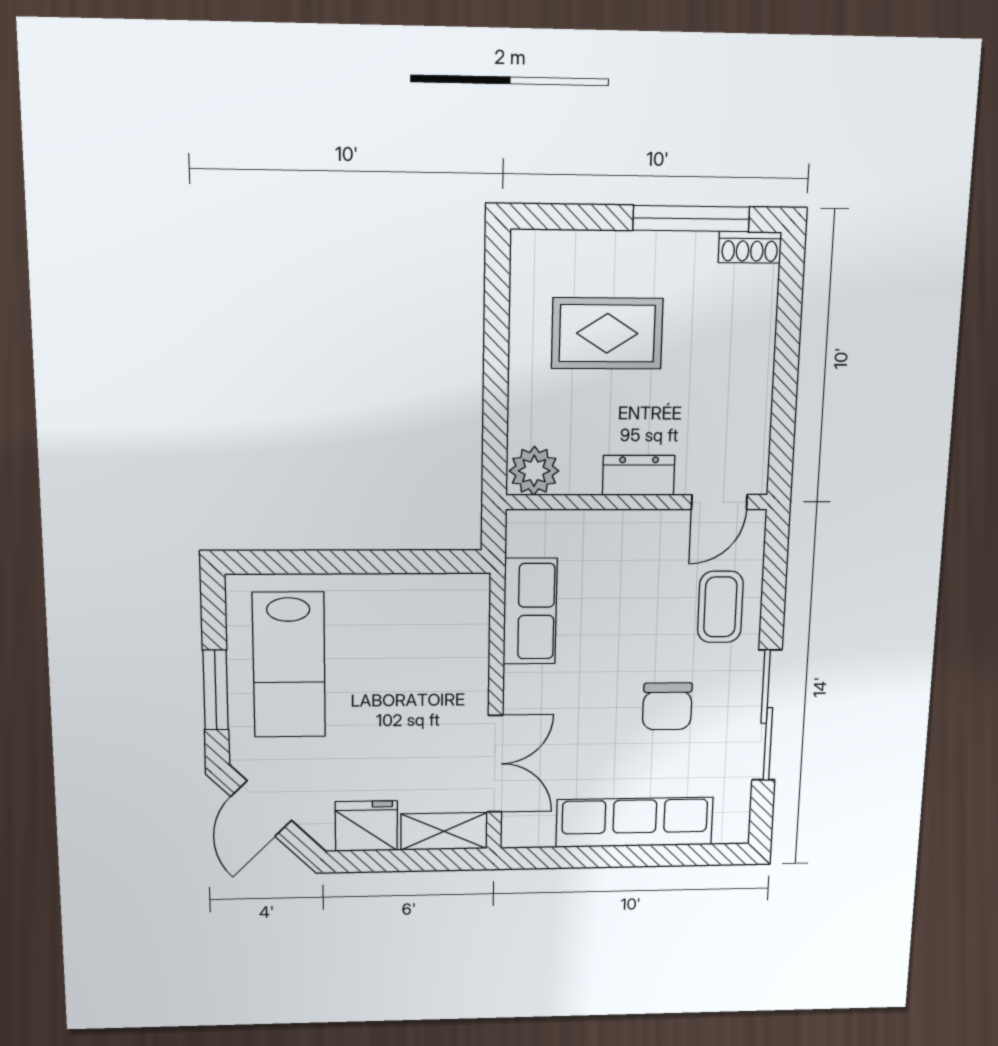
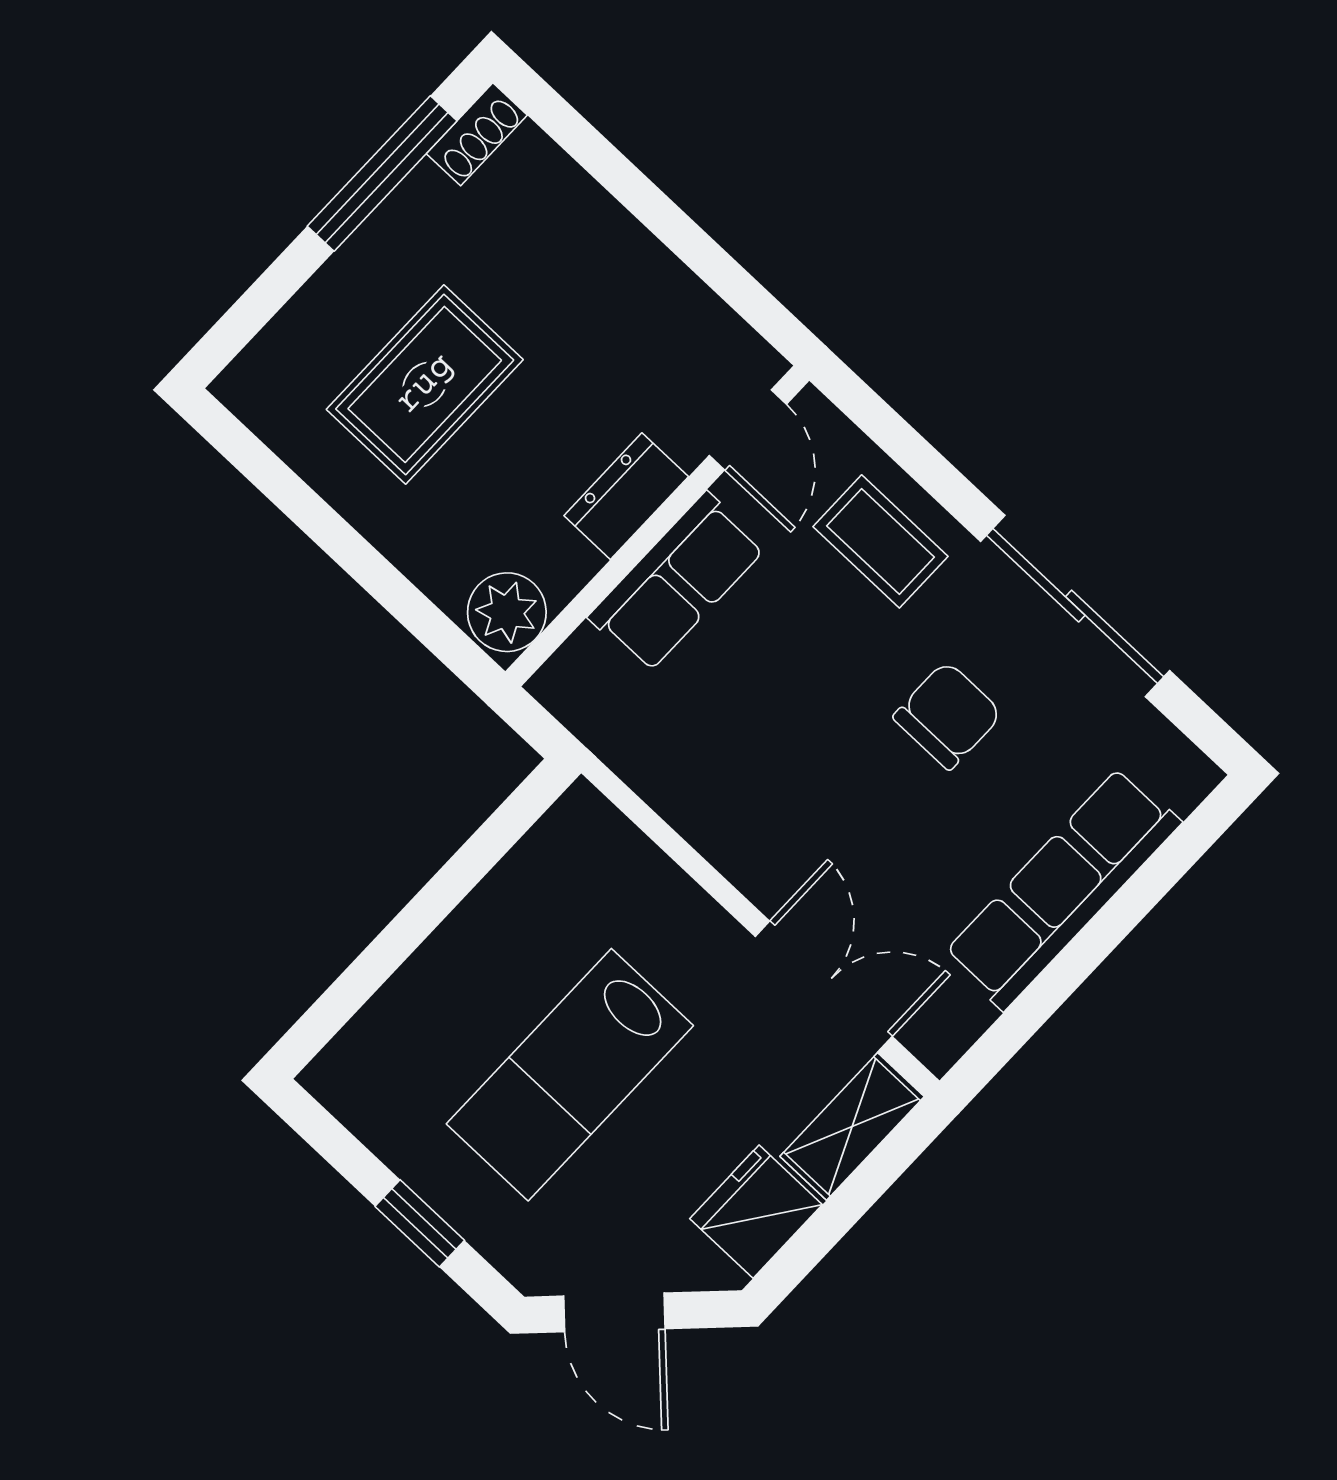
row of seats: (530, 611) -> (677, 582), moved, turned 90
lab bench: (289, 665) -> (570, 1075), moved, turned 90
window: (216, 690) -> (420, 1223), width x0.67
chair: (667, 706) -> (948, 715), turned -90

